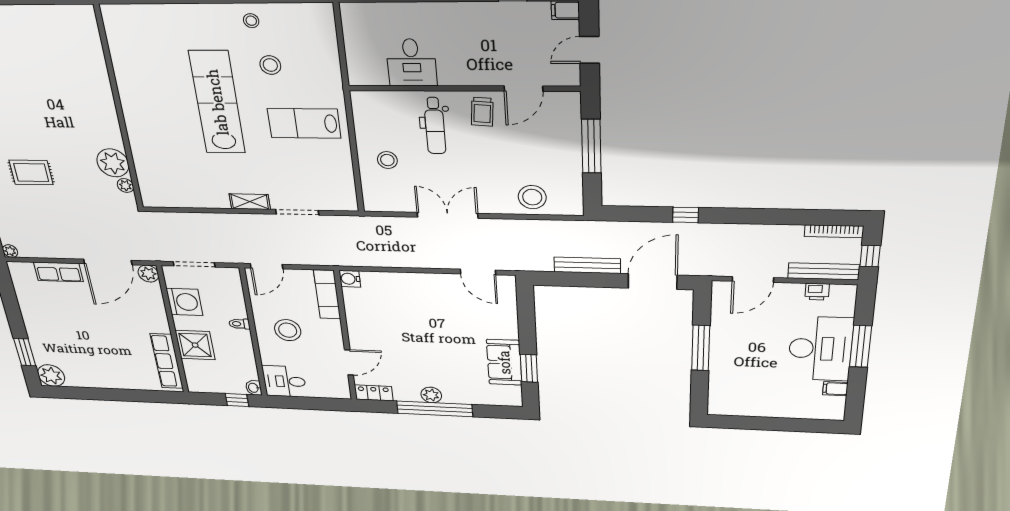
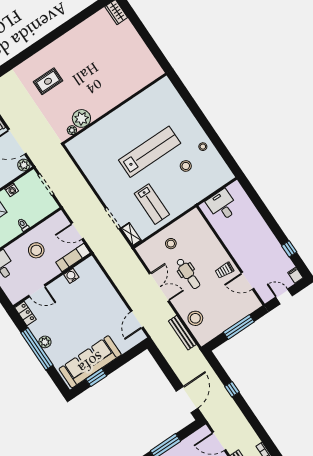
desk: (411, 62) -> (222, 205), moved, turned 90
lab bench: (304, 123) -> (152, 204), moved, turned 180
dental chair: (435, 126) -> (188, 274), moved, turned -90
rug: (31, 172) -> (48, 81), turned 90
shelving: (250, 202) -> (131, 234), moved
bench: (587, 265) -> (182, 333), moved
door: (267, 266) -> (77, 231), moved
water cooler: (350, 279) -> (71, 276), moved
door: (653, 282) -> (187, 400), hinge flipped
washing machine: (184, 302) -> (12, 190), width x0.53, depth x0.53
sofa: (504, 362) -> (90, 362), width x1.85, depth x1.27

